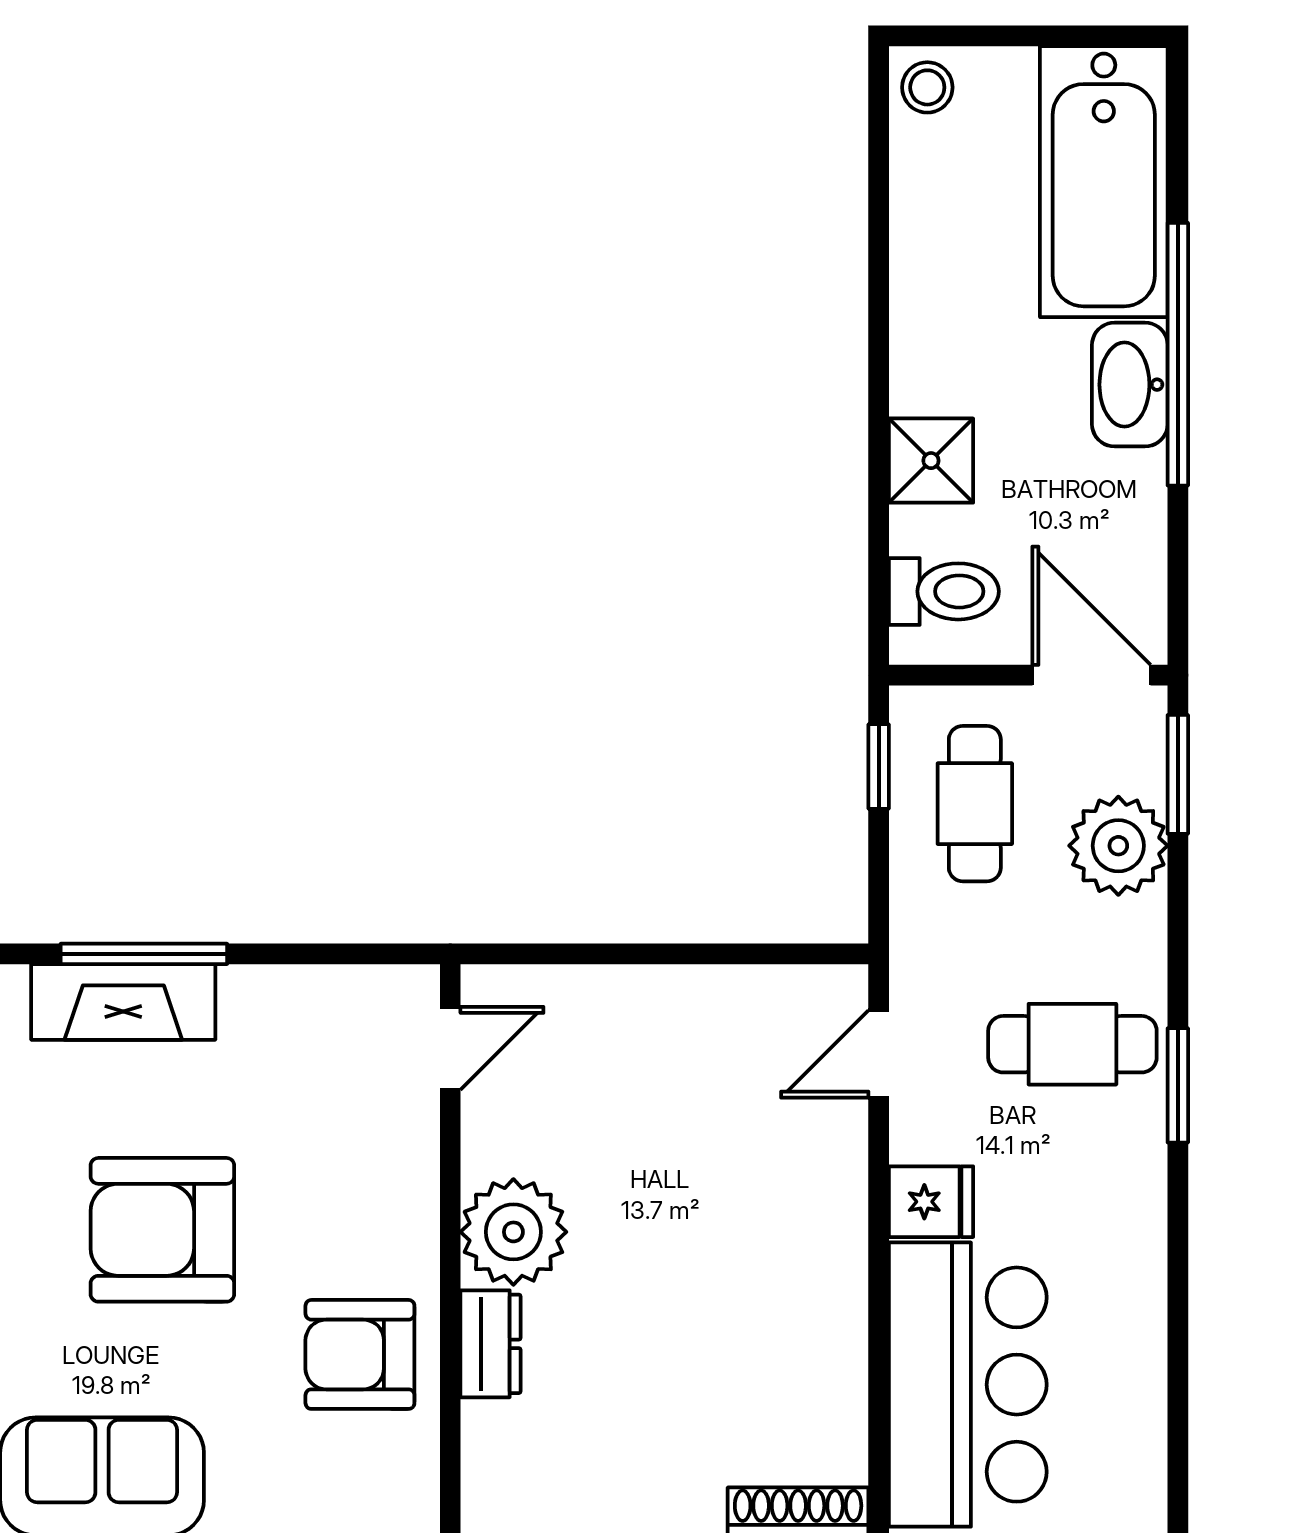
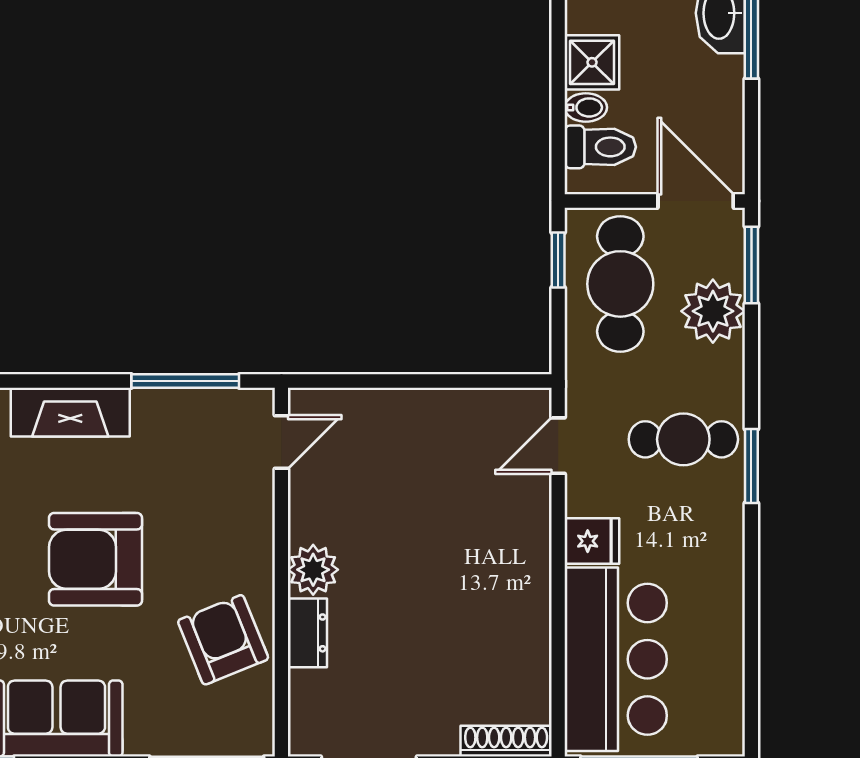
bidet: (921, 530) -> (586, 107), added
cafe table: (975, 804) -> (620, 284), width x1.37, depth x1.35
window: (144, 954) -> (185, 381), moved
plant: (513, 1232) -> (313, 570), width x0.73, depth x0.73
armchair: (360, 1354) -> (223, 640), turned 68

